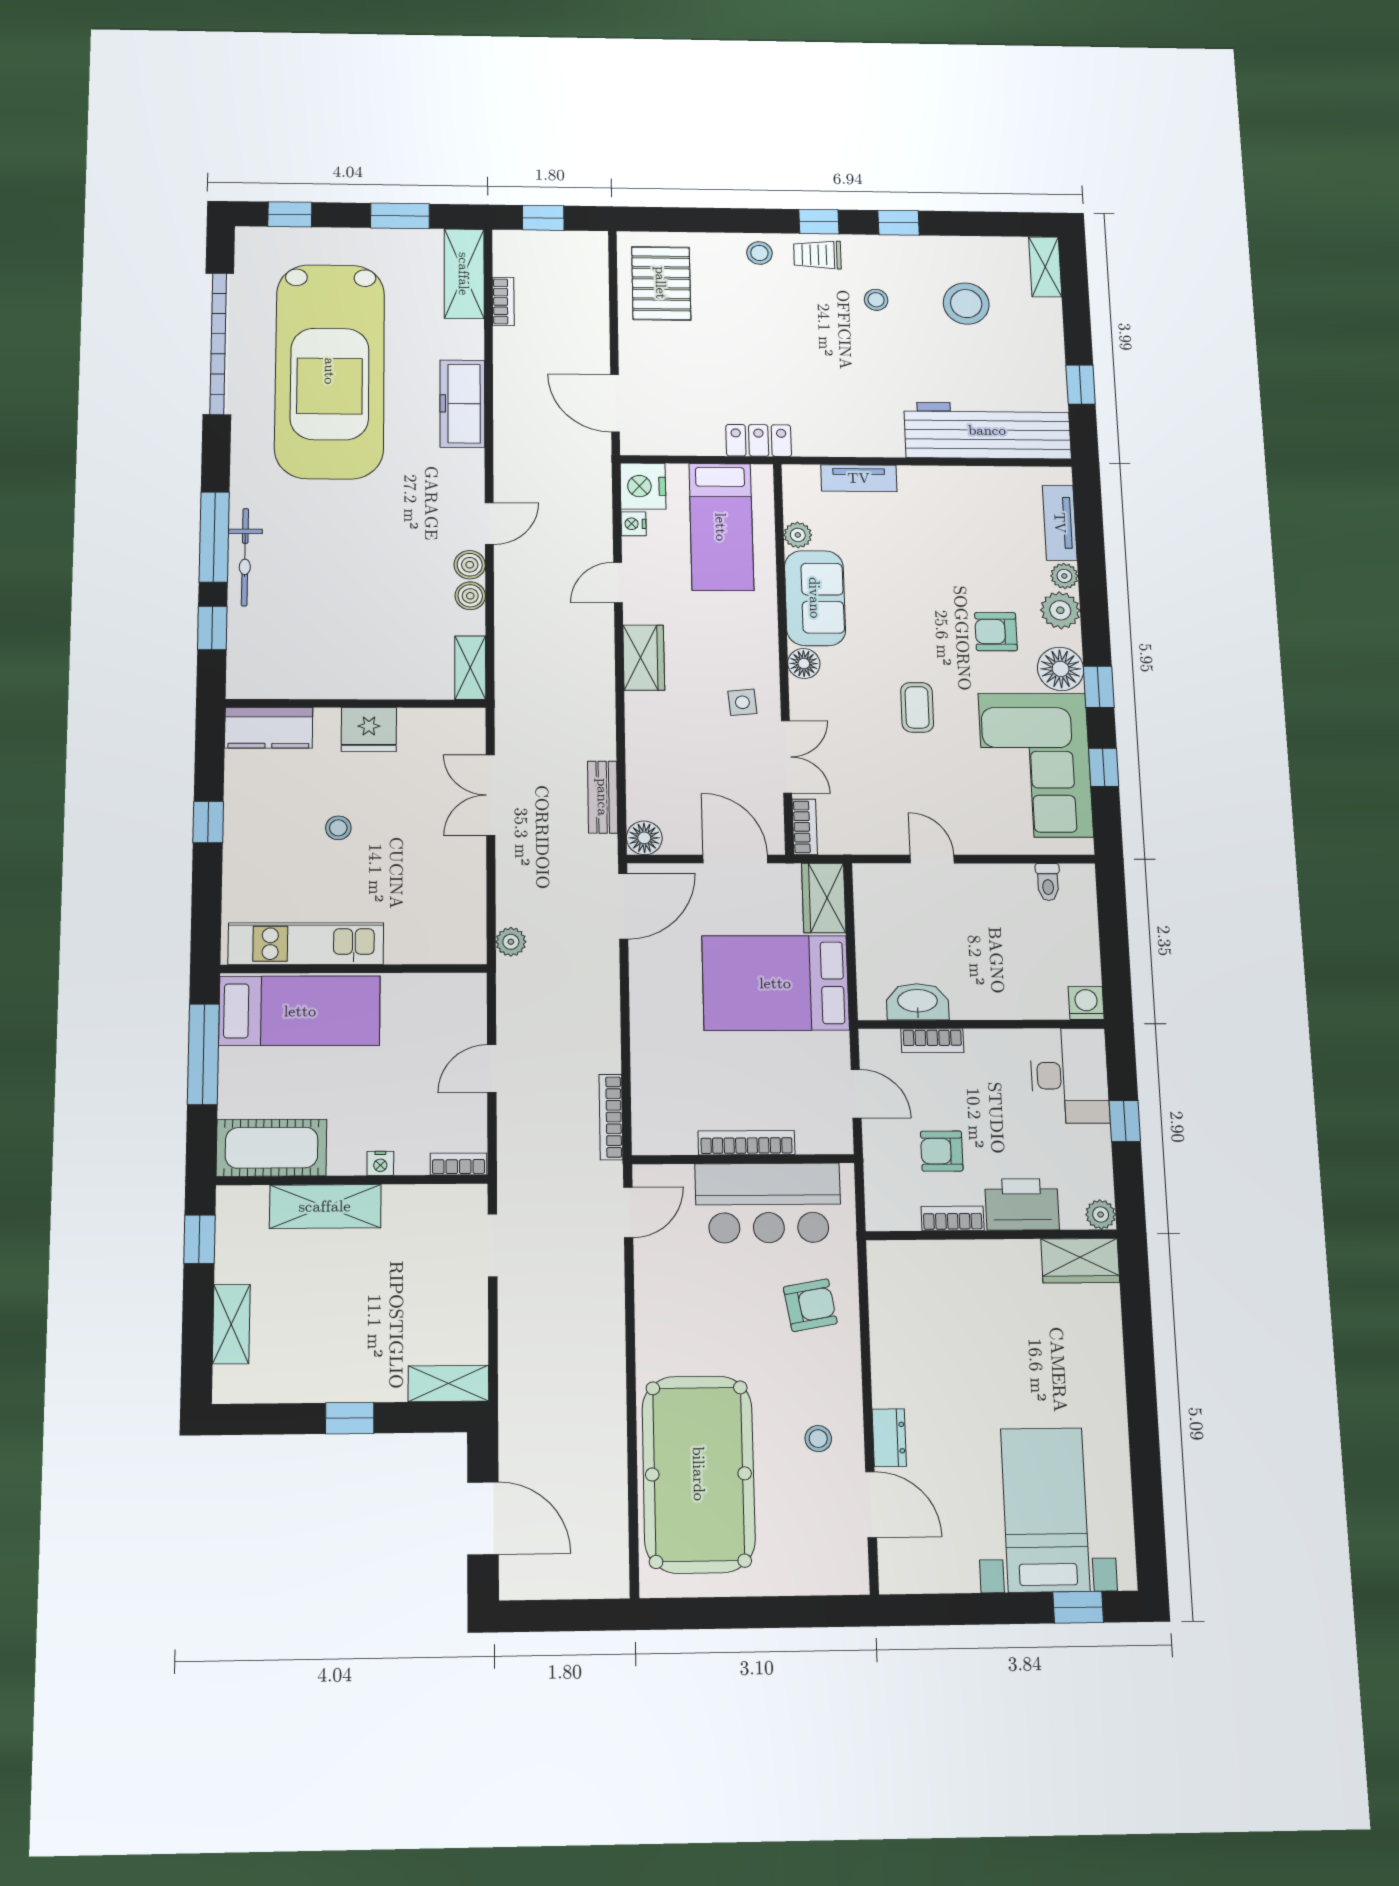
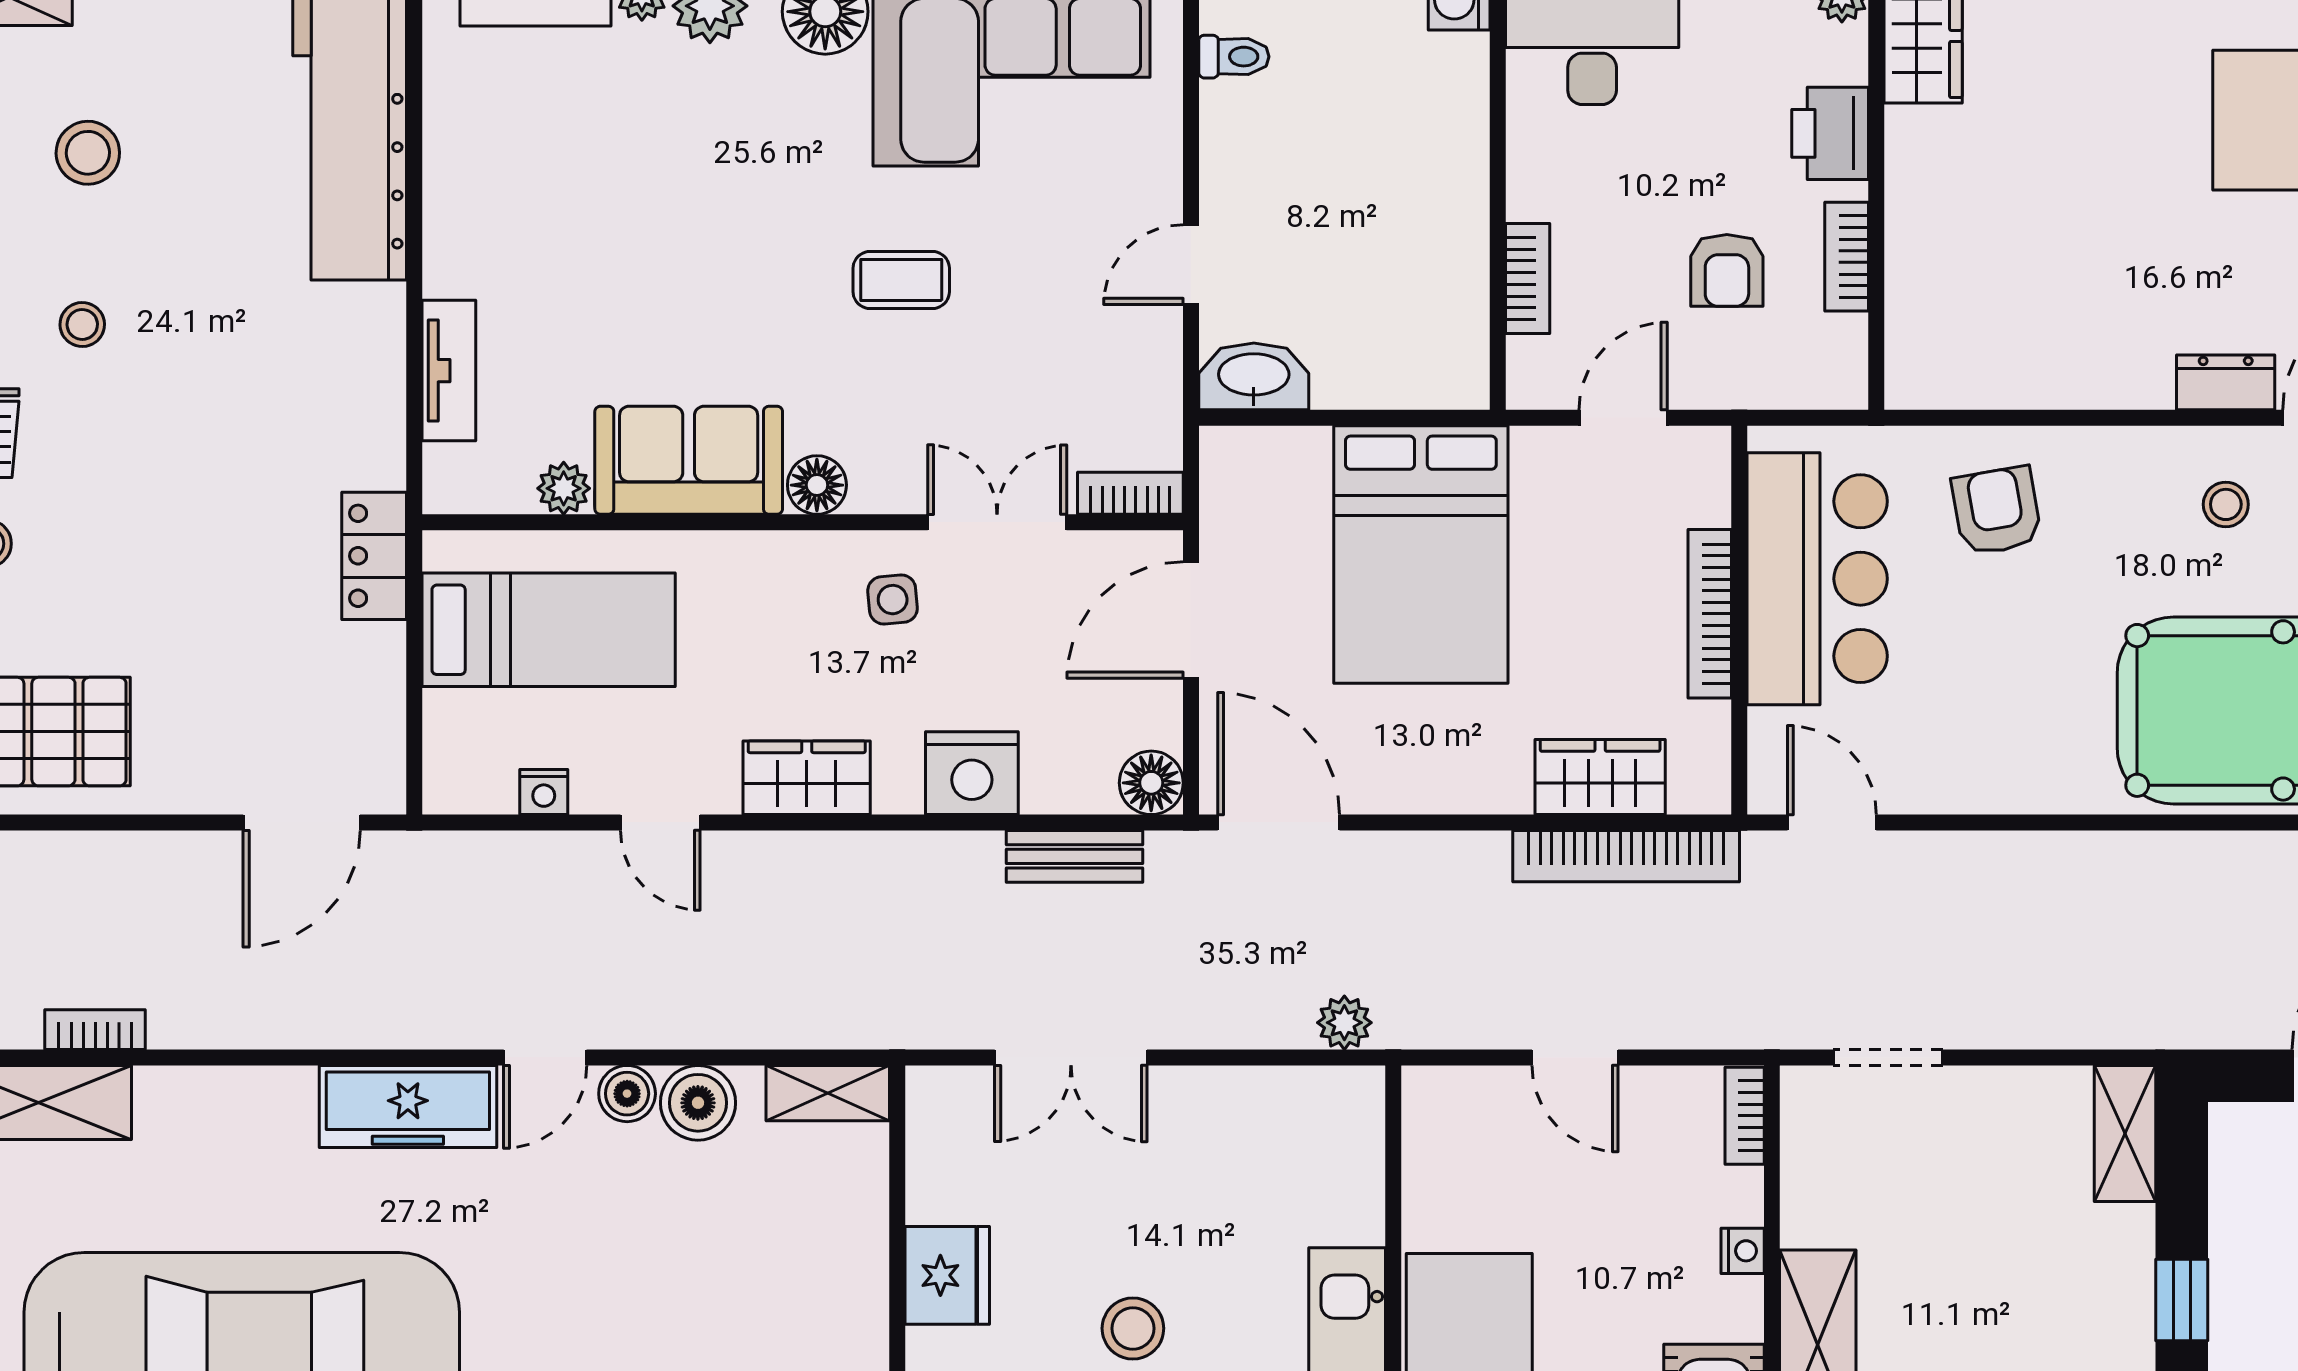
stool: (966, 304) -> (88, 153), width x0.73, depth x0.73
freezer: (462, 404) -> (408, 1106), moved
nightstand: (643, 486) -> (972, 773), moved
door: (489, 523) -> (545, 1057), swing flipped
boiler: (470, 596) -> (698, 1103), width x1.36, depth x1.36
armchair: (996, 632) -> (753, 128), removed
stool: (338, 828) -> (1133, 1328), width x1.37, depth x1.37
wardrobe: (824, 898) -> (1600, 777), moved, turned 180
washbasin: (918, 1002) -> (1254, 376), moved, turned 90
bookcase: (611, 1117) -> (1626, 856), width x1.48, depth x1.31
printer: (1022, 1204) -> (1830, 133), width x0.73, depth x0.84

